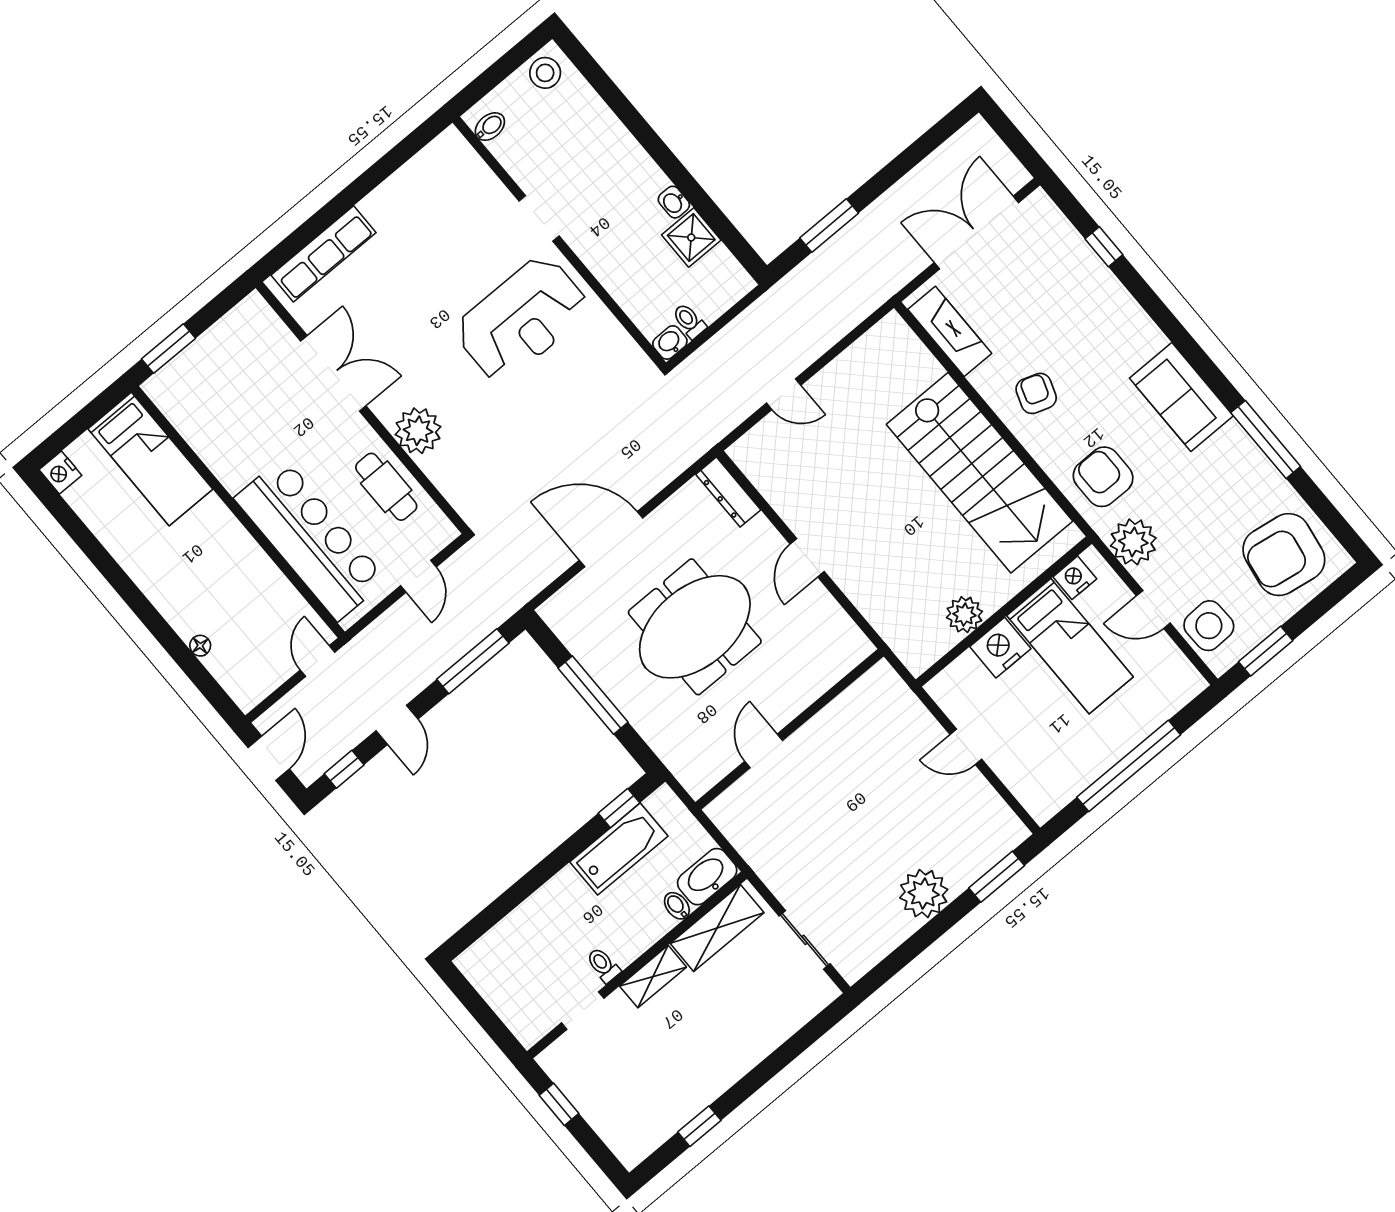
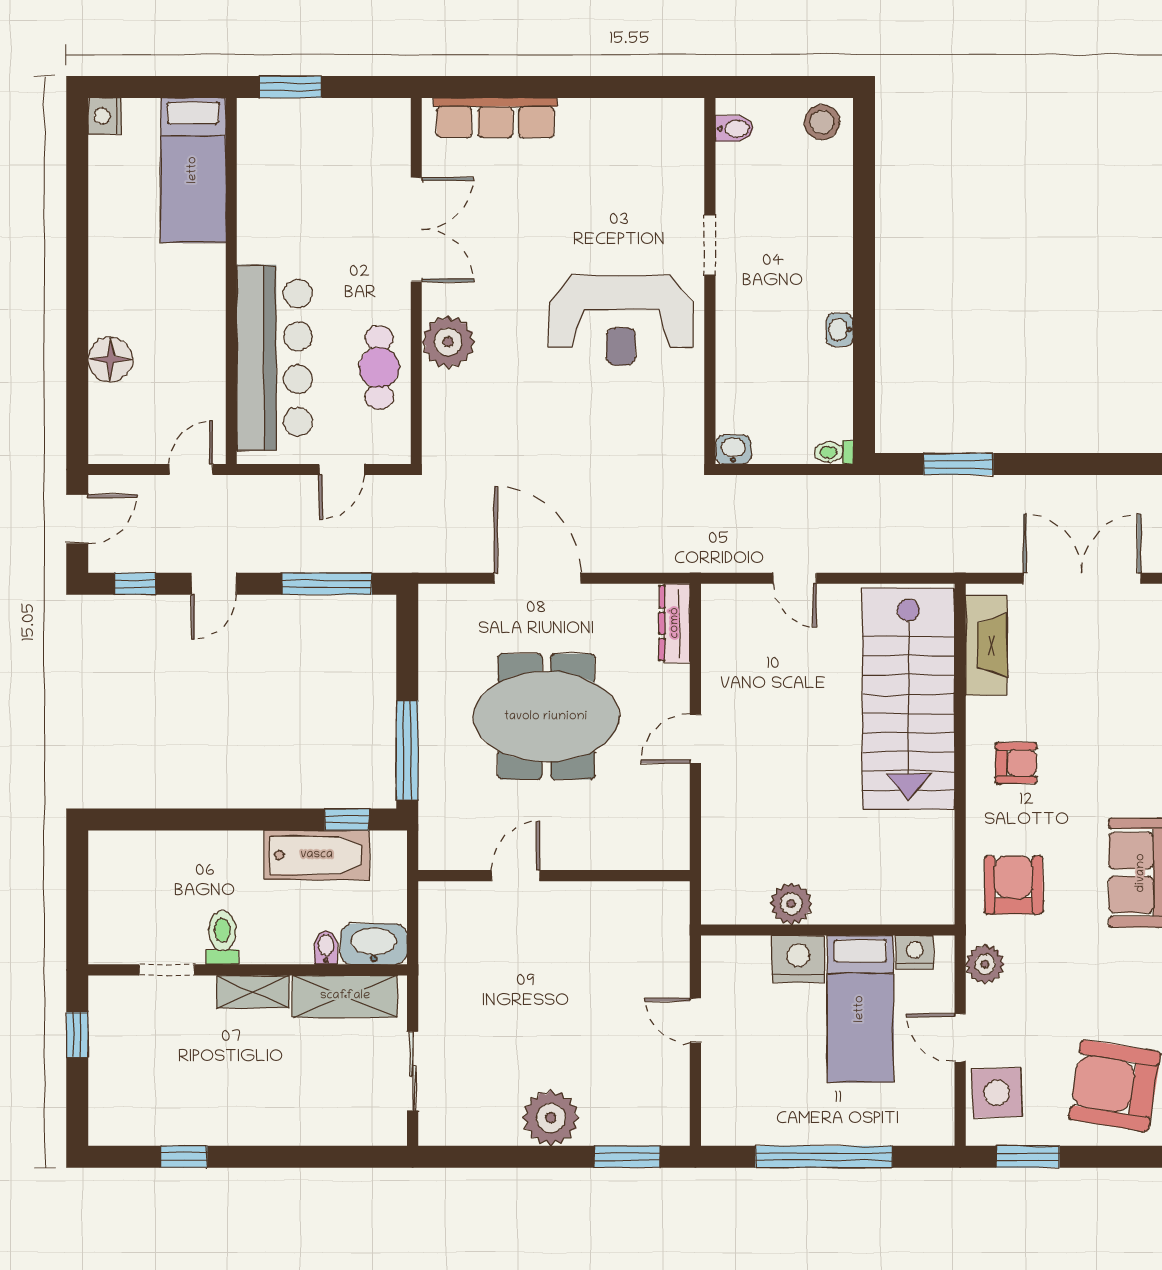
shower: (691, 237) -> (829, 373), removed
toilet: (689, 321) -> (834, 452), moved, turned -90
armchair: (1036, 393) -> (1016, 763), turned 71
stairs: (980, 473) -> (909, 699), moved
plant: (1133, 542) -> (985, 964), width x0.73, depth x0.73
floor lamp: (200, 646) -> (110, 359), width x1.89, depth x1.89
window: (593, 695) -> (407, 750), moved
toilet: (603, 965) -> (222, 938), width x1.37, depth x1.39

